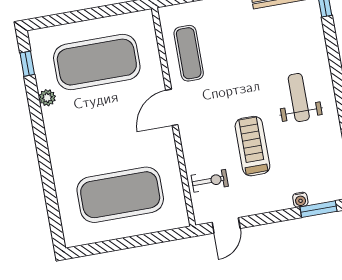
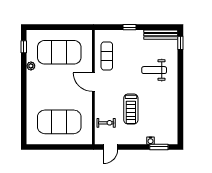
weight bench: (299, 98) -> (154, 70), moved, turned -90
door: (172, 107) -> (93, 82), hinge flipped
treadmill: (252, 146) -> (131, 109), turned 180

